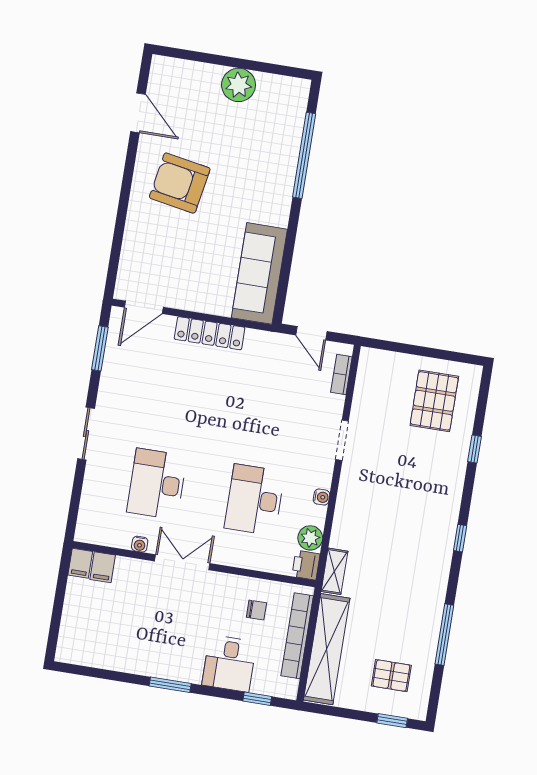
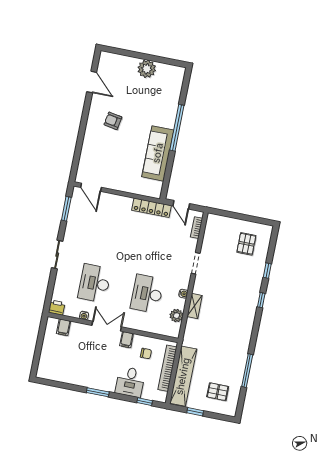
window: (304, 155) -> (177, 128), moved
armchair: (180, 183) -> (113, 121), width x0.53, depth x0.53
sofa: (259, 273) -> (158, 153), moved
door: (144, 307) -> (91, 187), hinge flipped
locker: (210, 333) -> (152, 208), moved
pallet: (434, 401) -> (246, 244), width x0.67, depth x0.71
window: (460, 538) -> (261, 300), moved
filing cabinet: (80, 563) -> (127, 340), moved
printer: (306, 565) -> (57, 307), moved, turned 90
shelving: (334, 571) -> (195, 306), moved
window: (392, 721) -> (195, 412), moved

